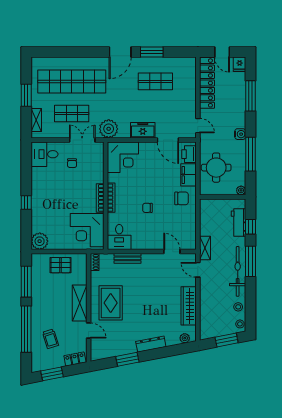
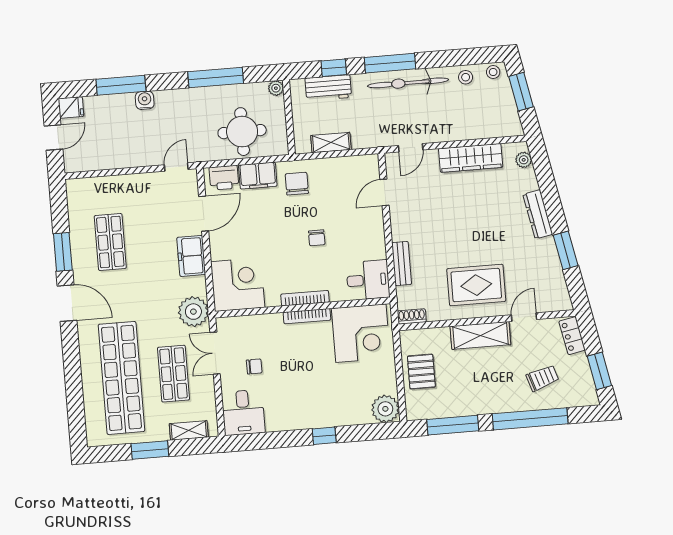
locker: (207, 83) -> (106, 158), removed
water cooler: (240, 134) -> (145, 100), moved
shelving: (205, 248) -> (331, 143), moved

